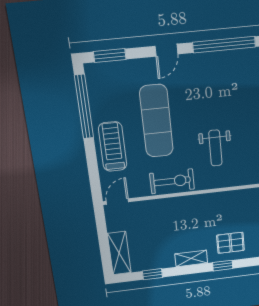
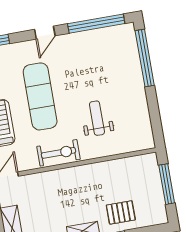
weight bench: (215, 148) -> (97, 118), turned 180

